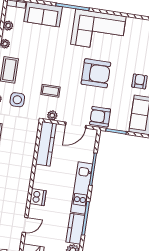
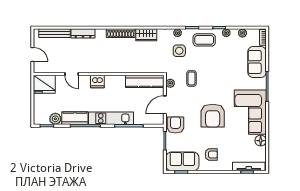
floor lamp: (132, 23) -> (261, 141), added
door: (76, 125) -> (165, 105), hinge flipped

